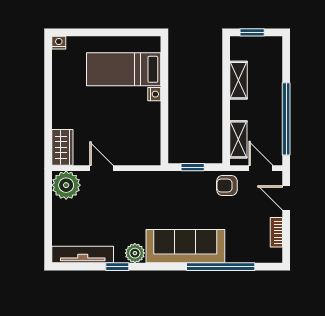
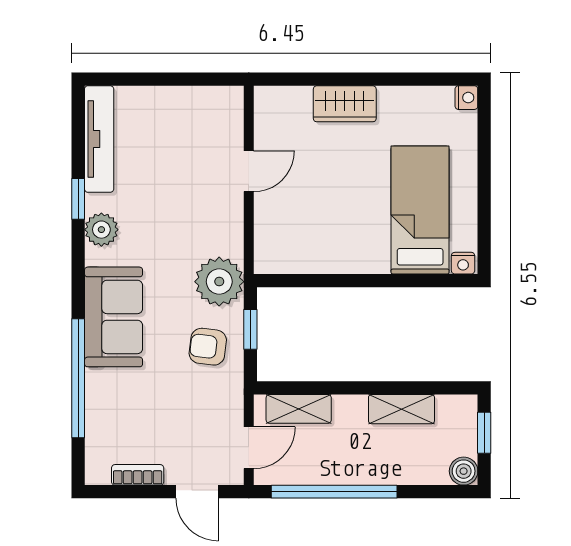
boiler: (274, 44) -> (464, 471), added
nightstand: (154, 94) -> (463, 263), moved
wardrobe: (62, 147) -> (345, 104), moved
plant: (66, 185) -> (219, 282), moved
armchair: (227, 185) -> (208, 347), moved, turned -83
door: (286, 198) -> (197, 492), swing flipped
sofa: (185, 246) -> (114, 317), width x0.73

